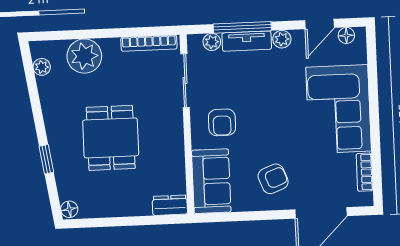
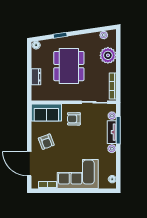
door: (319, 24) -> (118, 167), removed
dining table: (111, 138) -> (69, 66), width x1.38
dresser: (170, 205) -> (36, 77), moved

